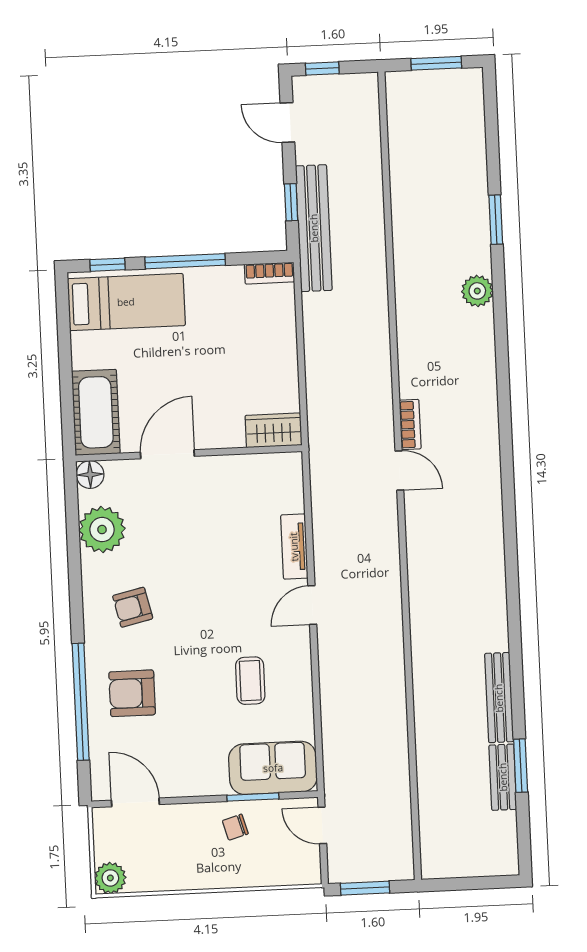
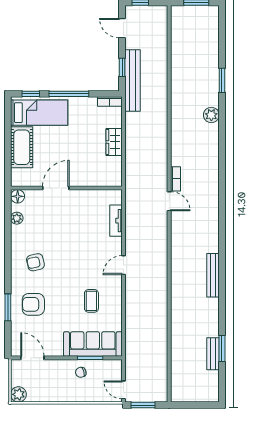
cot: (96, 412) -> (22, 147), moved
wardrobe: (274, 430) -> (114, 142), moved, turned -90
plant: (102, 530) -> (17, 218), width x0.53, depth x0.53
tv unit: (294, 547) -> (116, 221), moved
bench: (499, 698) -> (213, 275), moved
window: (81, 702) -> (8, 307), width x0.47
sofa: (273, 768) -> (93, 344), width x1.36
door: (322, 825) -> (123, 390), moved

